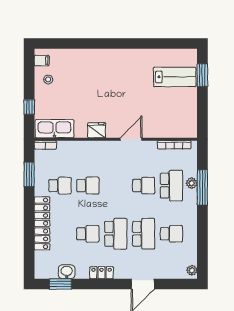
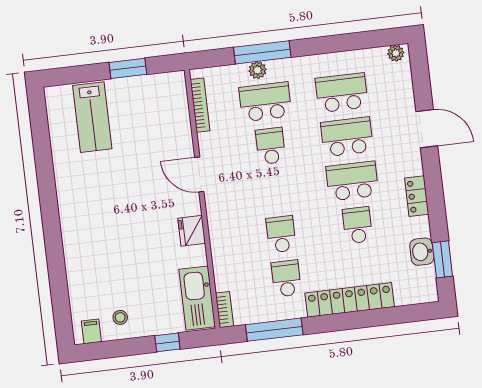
window: (202, 75) -> (128, 68), moved
lab bench: (175, 77) -> (92, 117), turned 180
window: (29, 174) -> (274, 330), width x1.44
school desk: (171, 234) -> (342, 93), width x1.85

